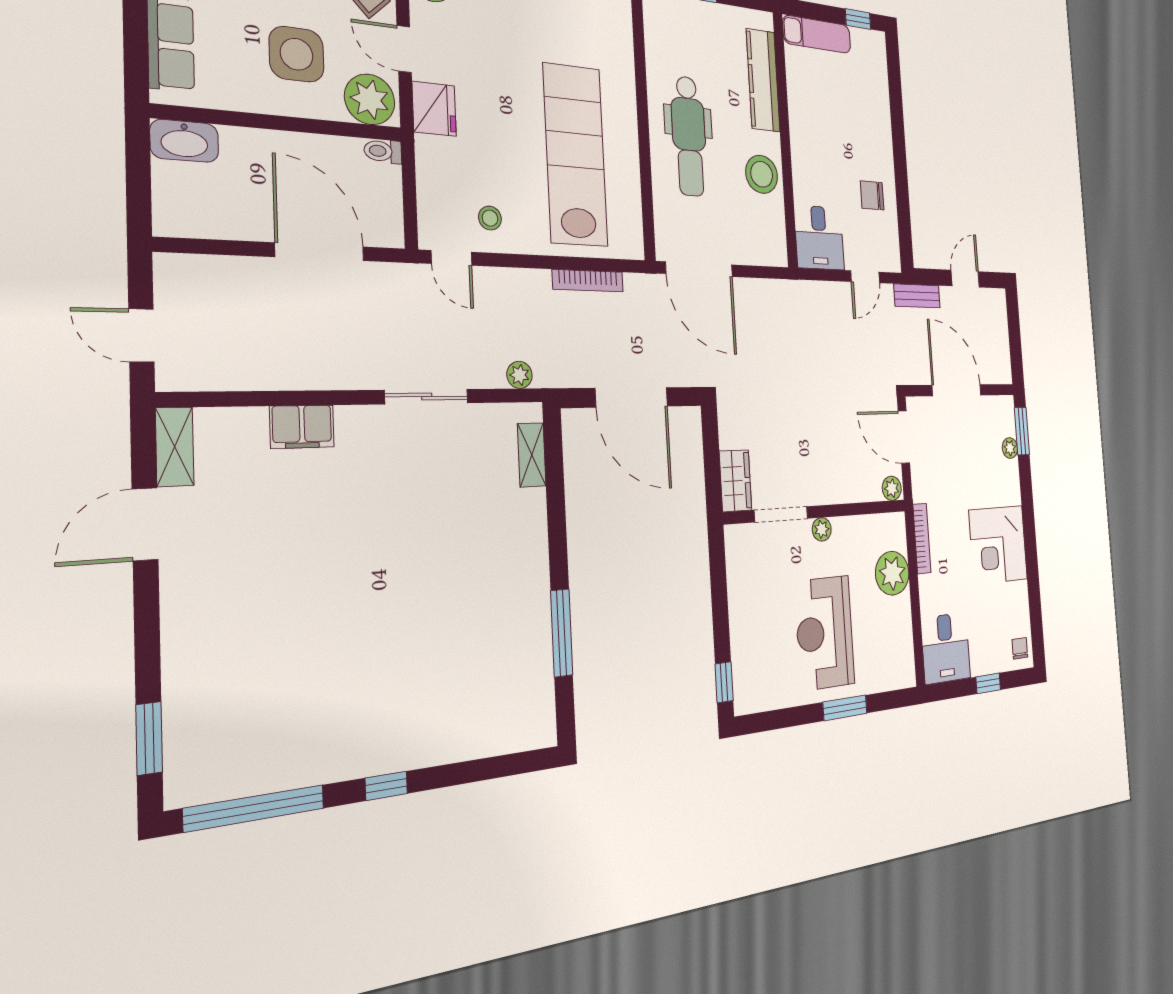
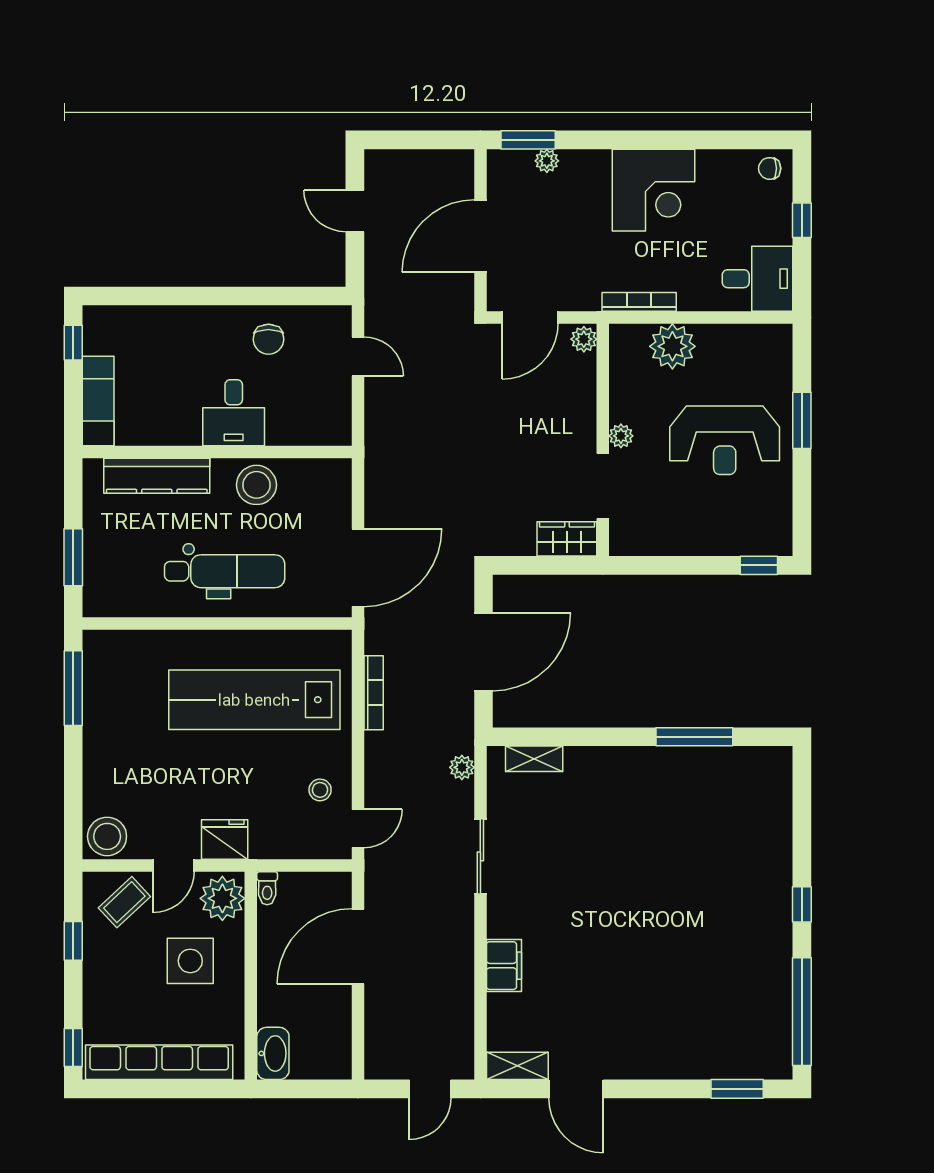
desk: (819, 238) -> (234, 413), moved, turned 90
bench: (917, 296) -> (376, 285), removed

